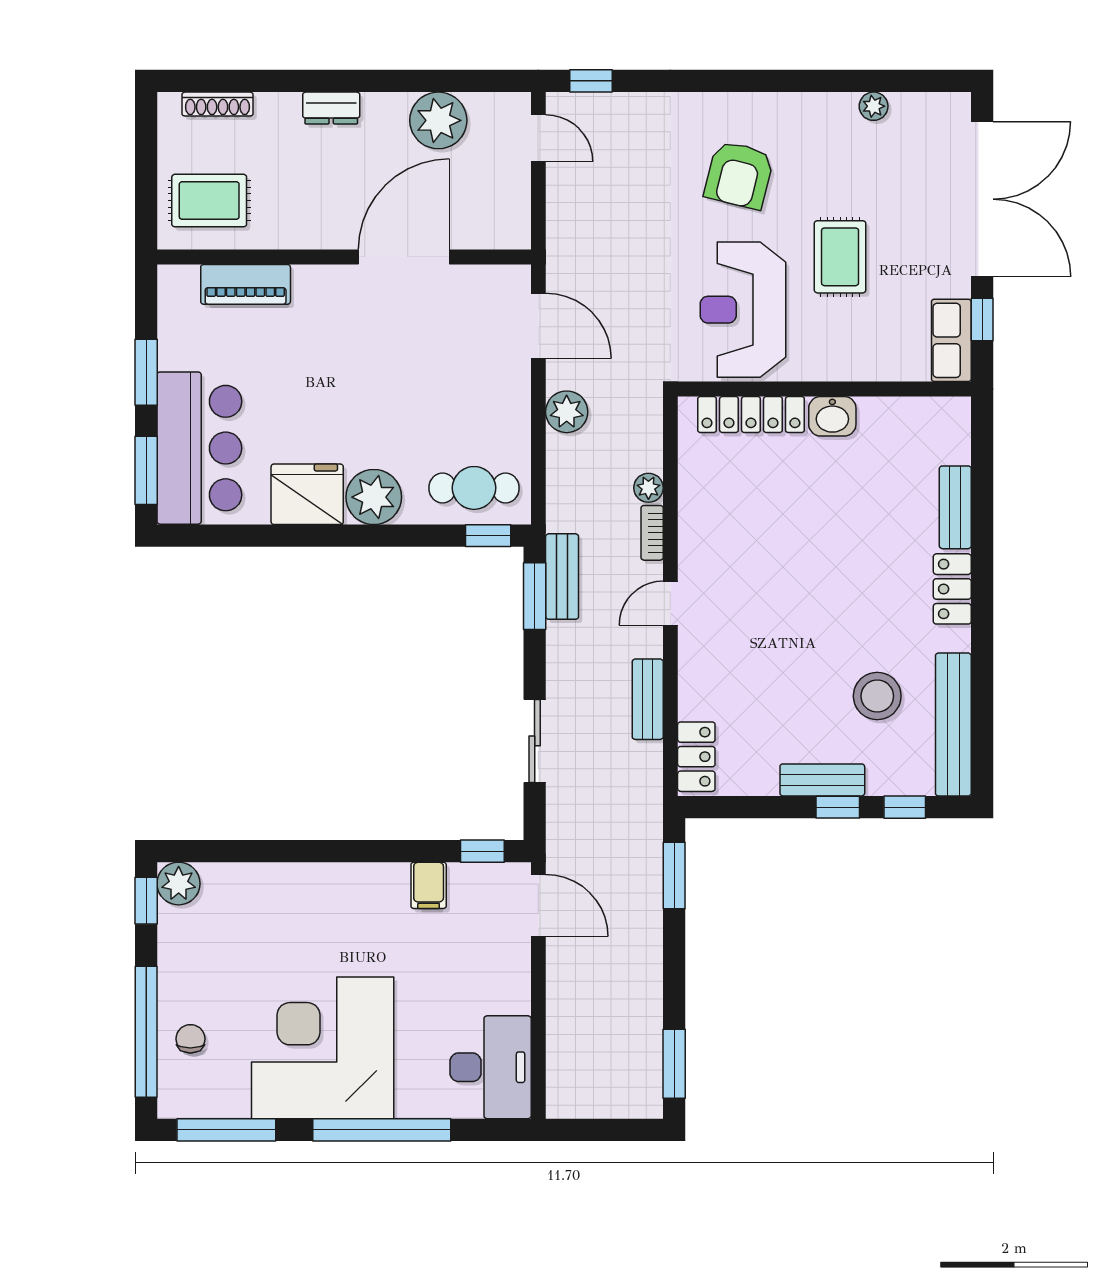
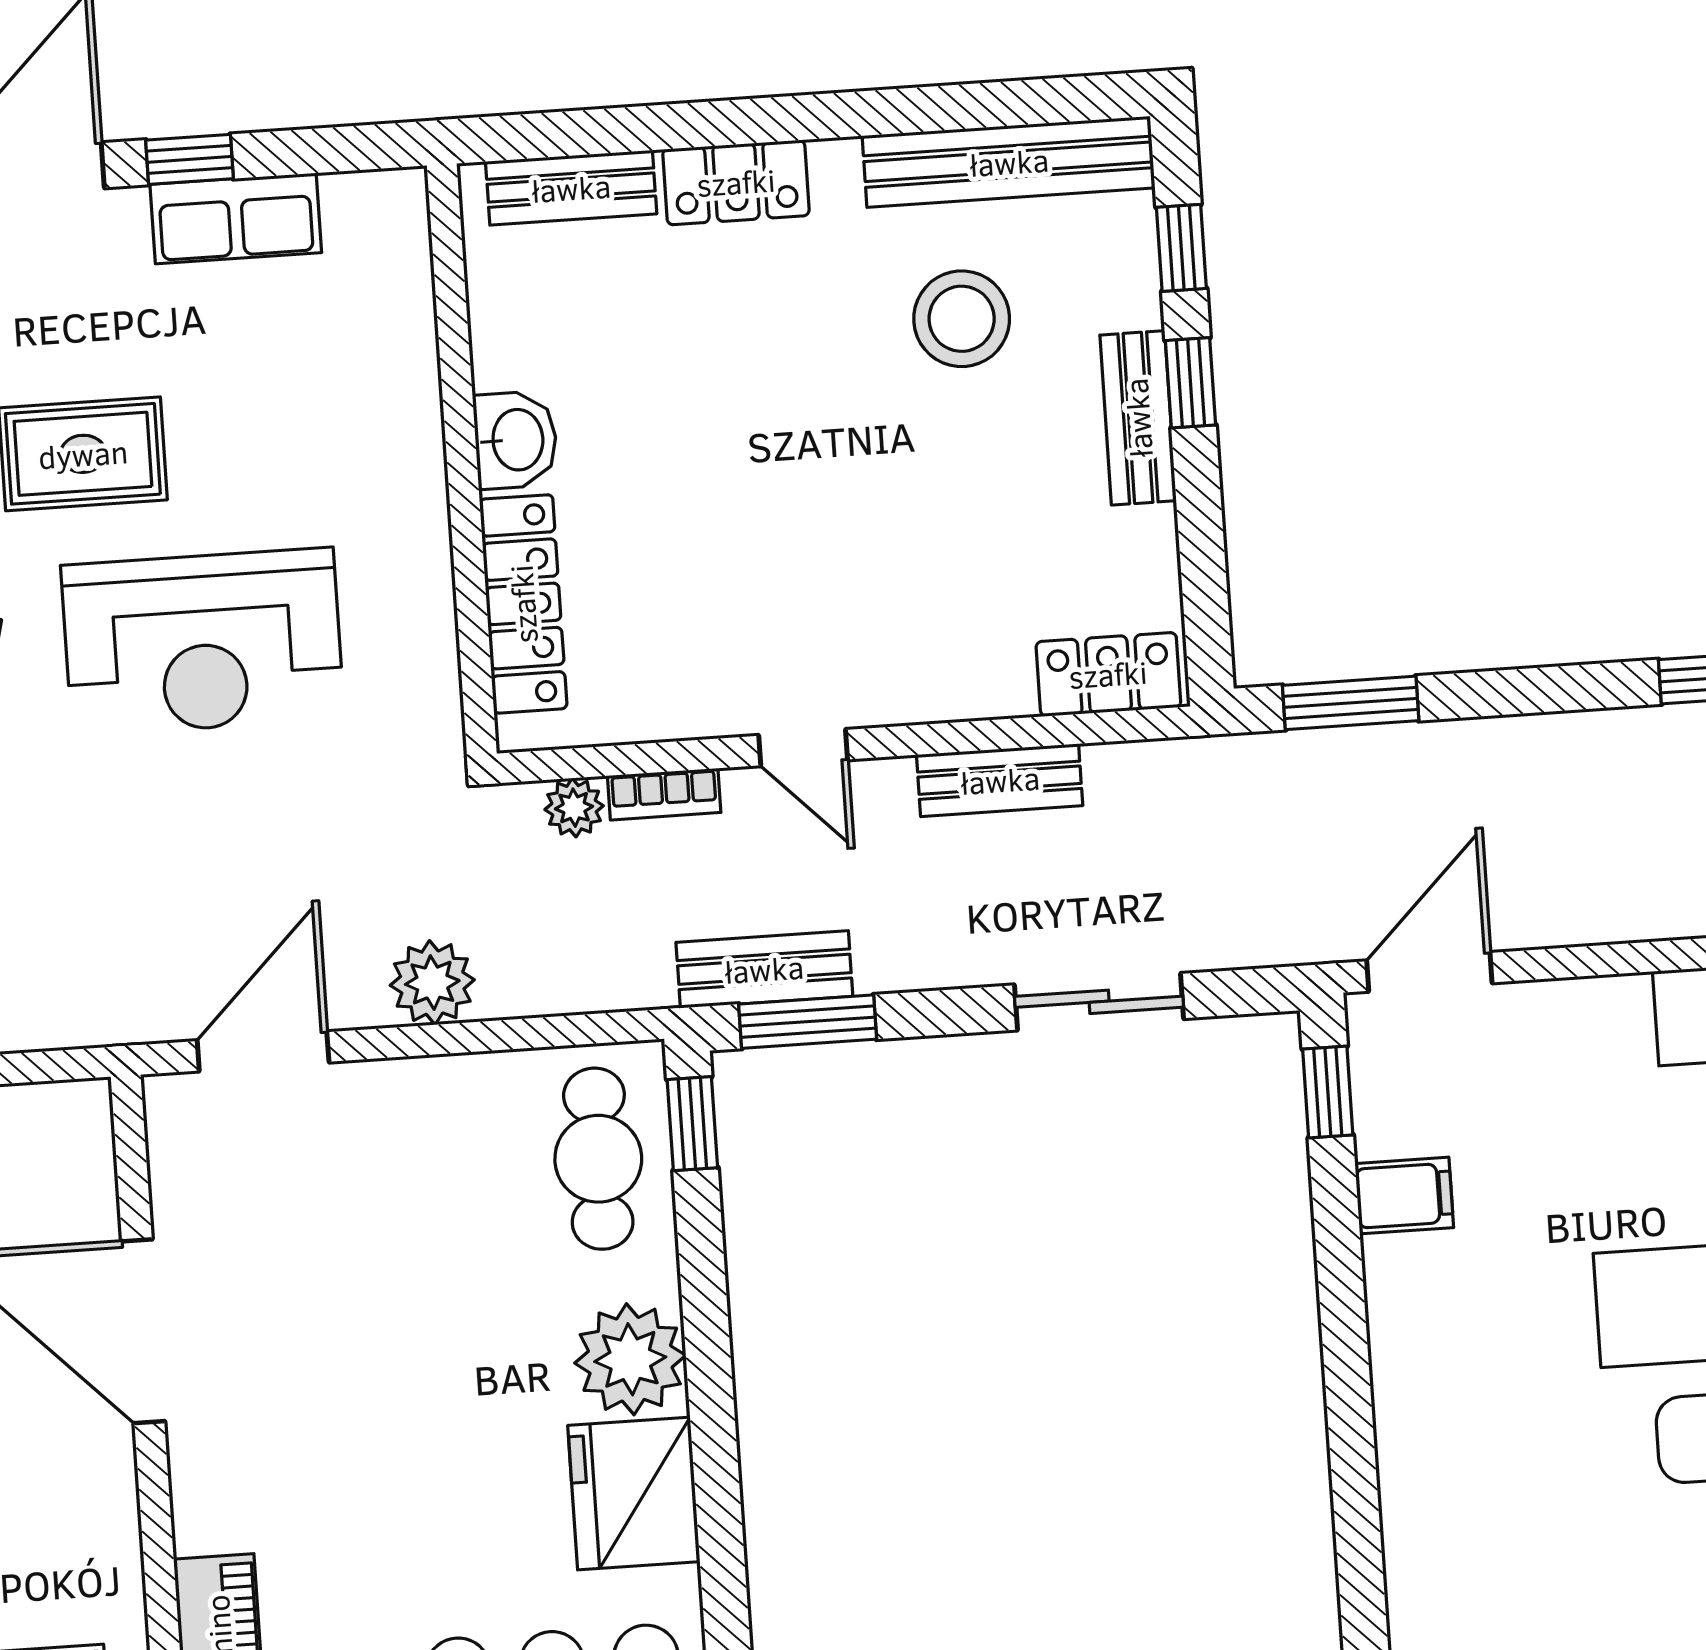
wall: (824, 389) -> (462, 460), moved
locker: (751, 415) -> (523, 604), moved
washbasin: (832, 416) -> (516, 440), moved

